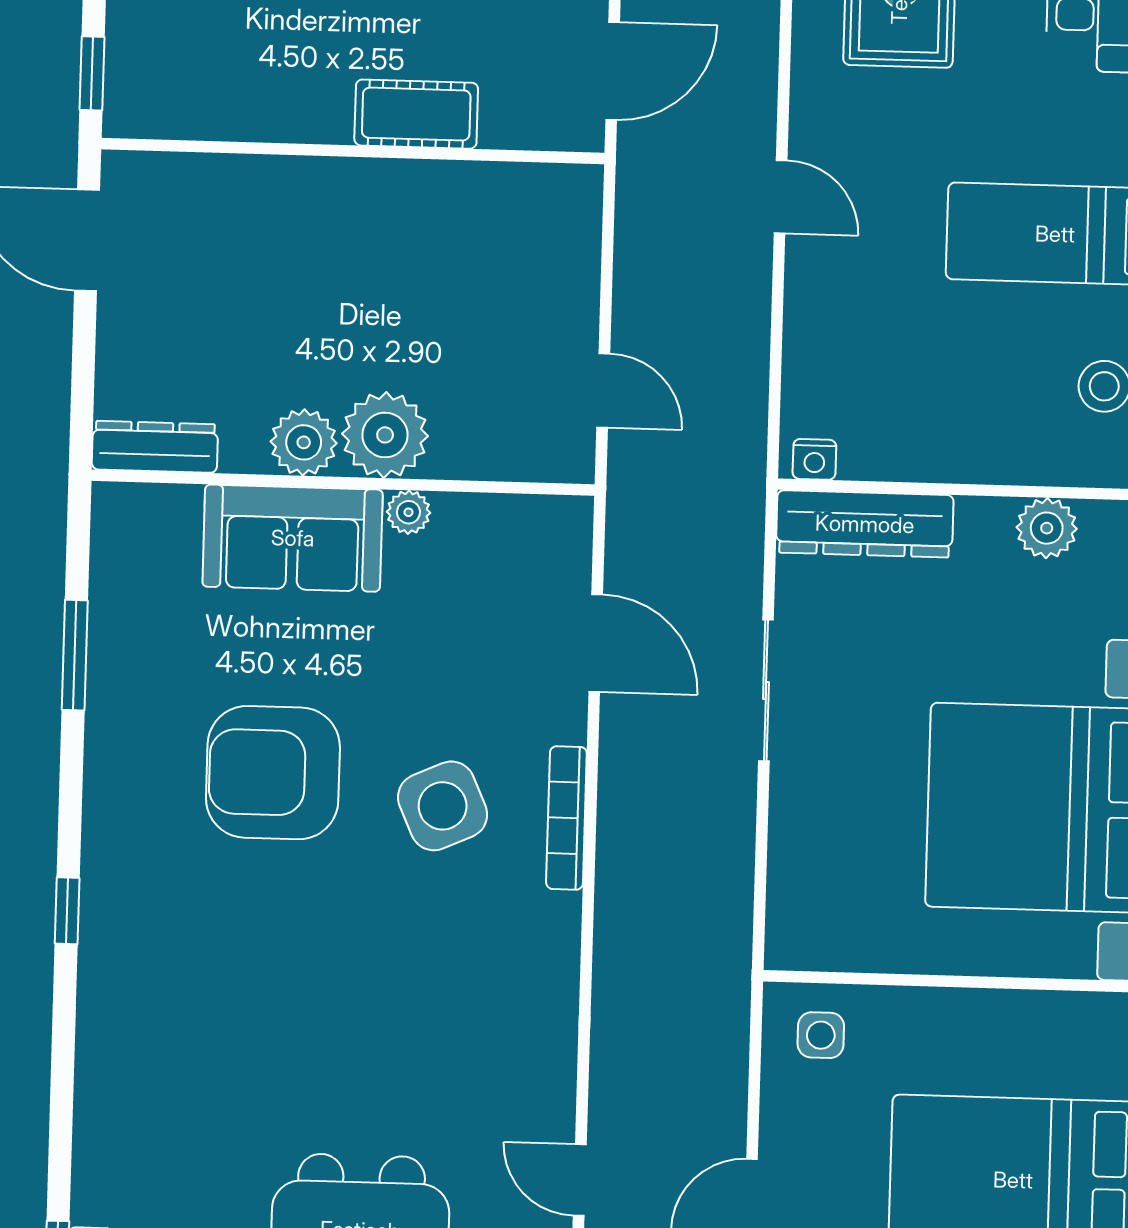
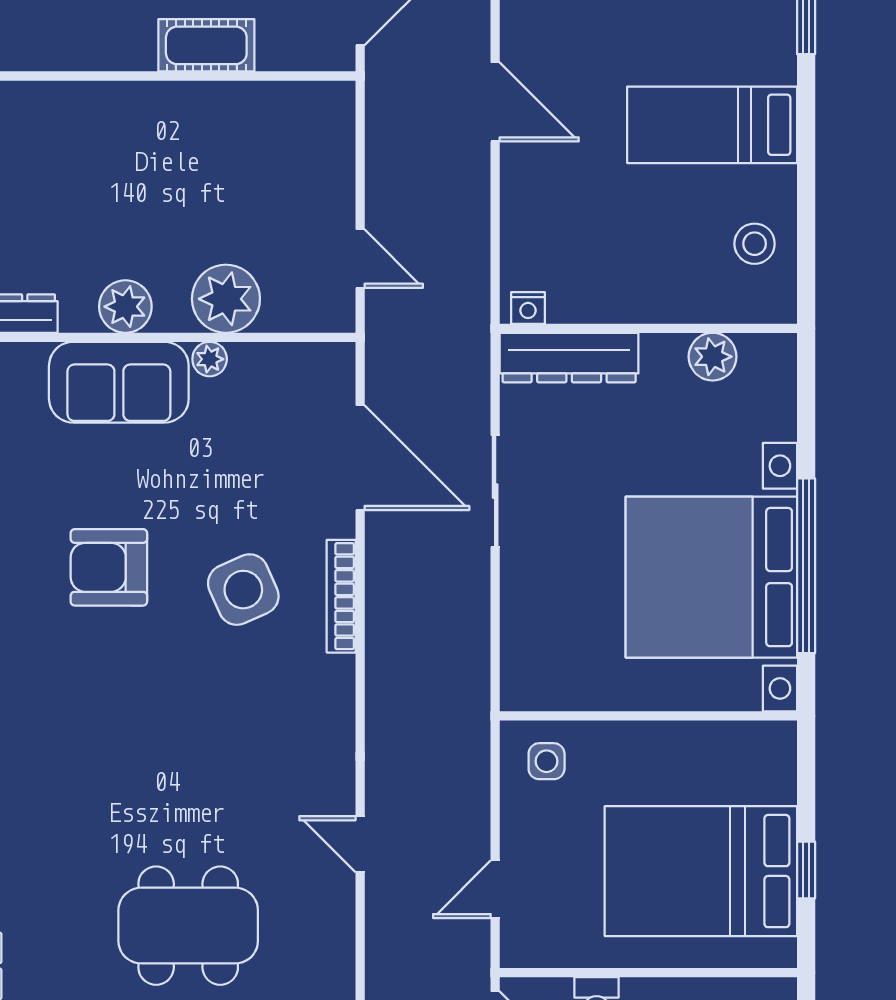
door: (781, 197) -> (495, 102), width x1.38
plant: (385, 435) -> (226, 299), moved
door: (596, 643) -> (360, 458), width x1.36
armchair: (273, 773) -> (109, 567), width x0.73, depth x0.73
door: (580, 1180) -> (360, 844), moved

